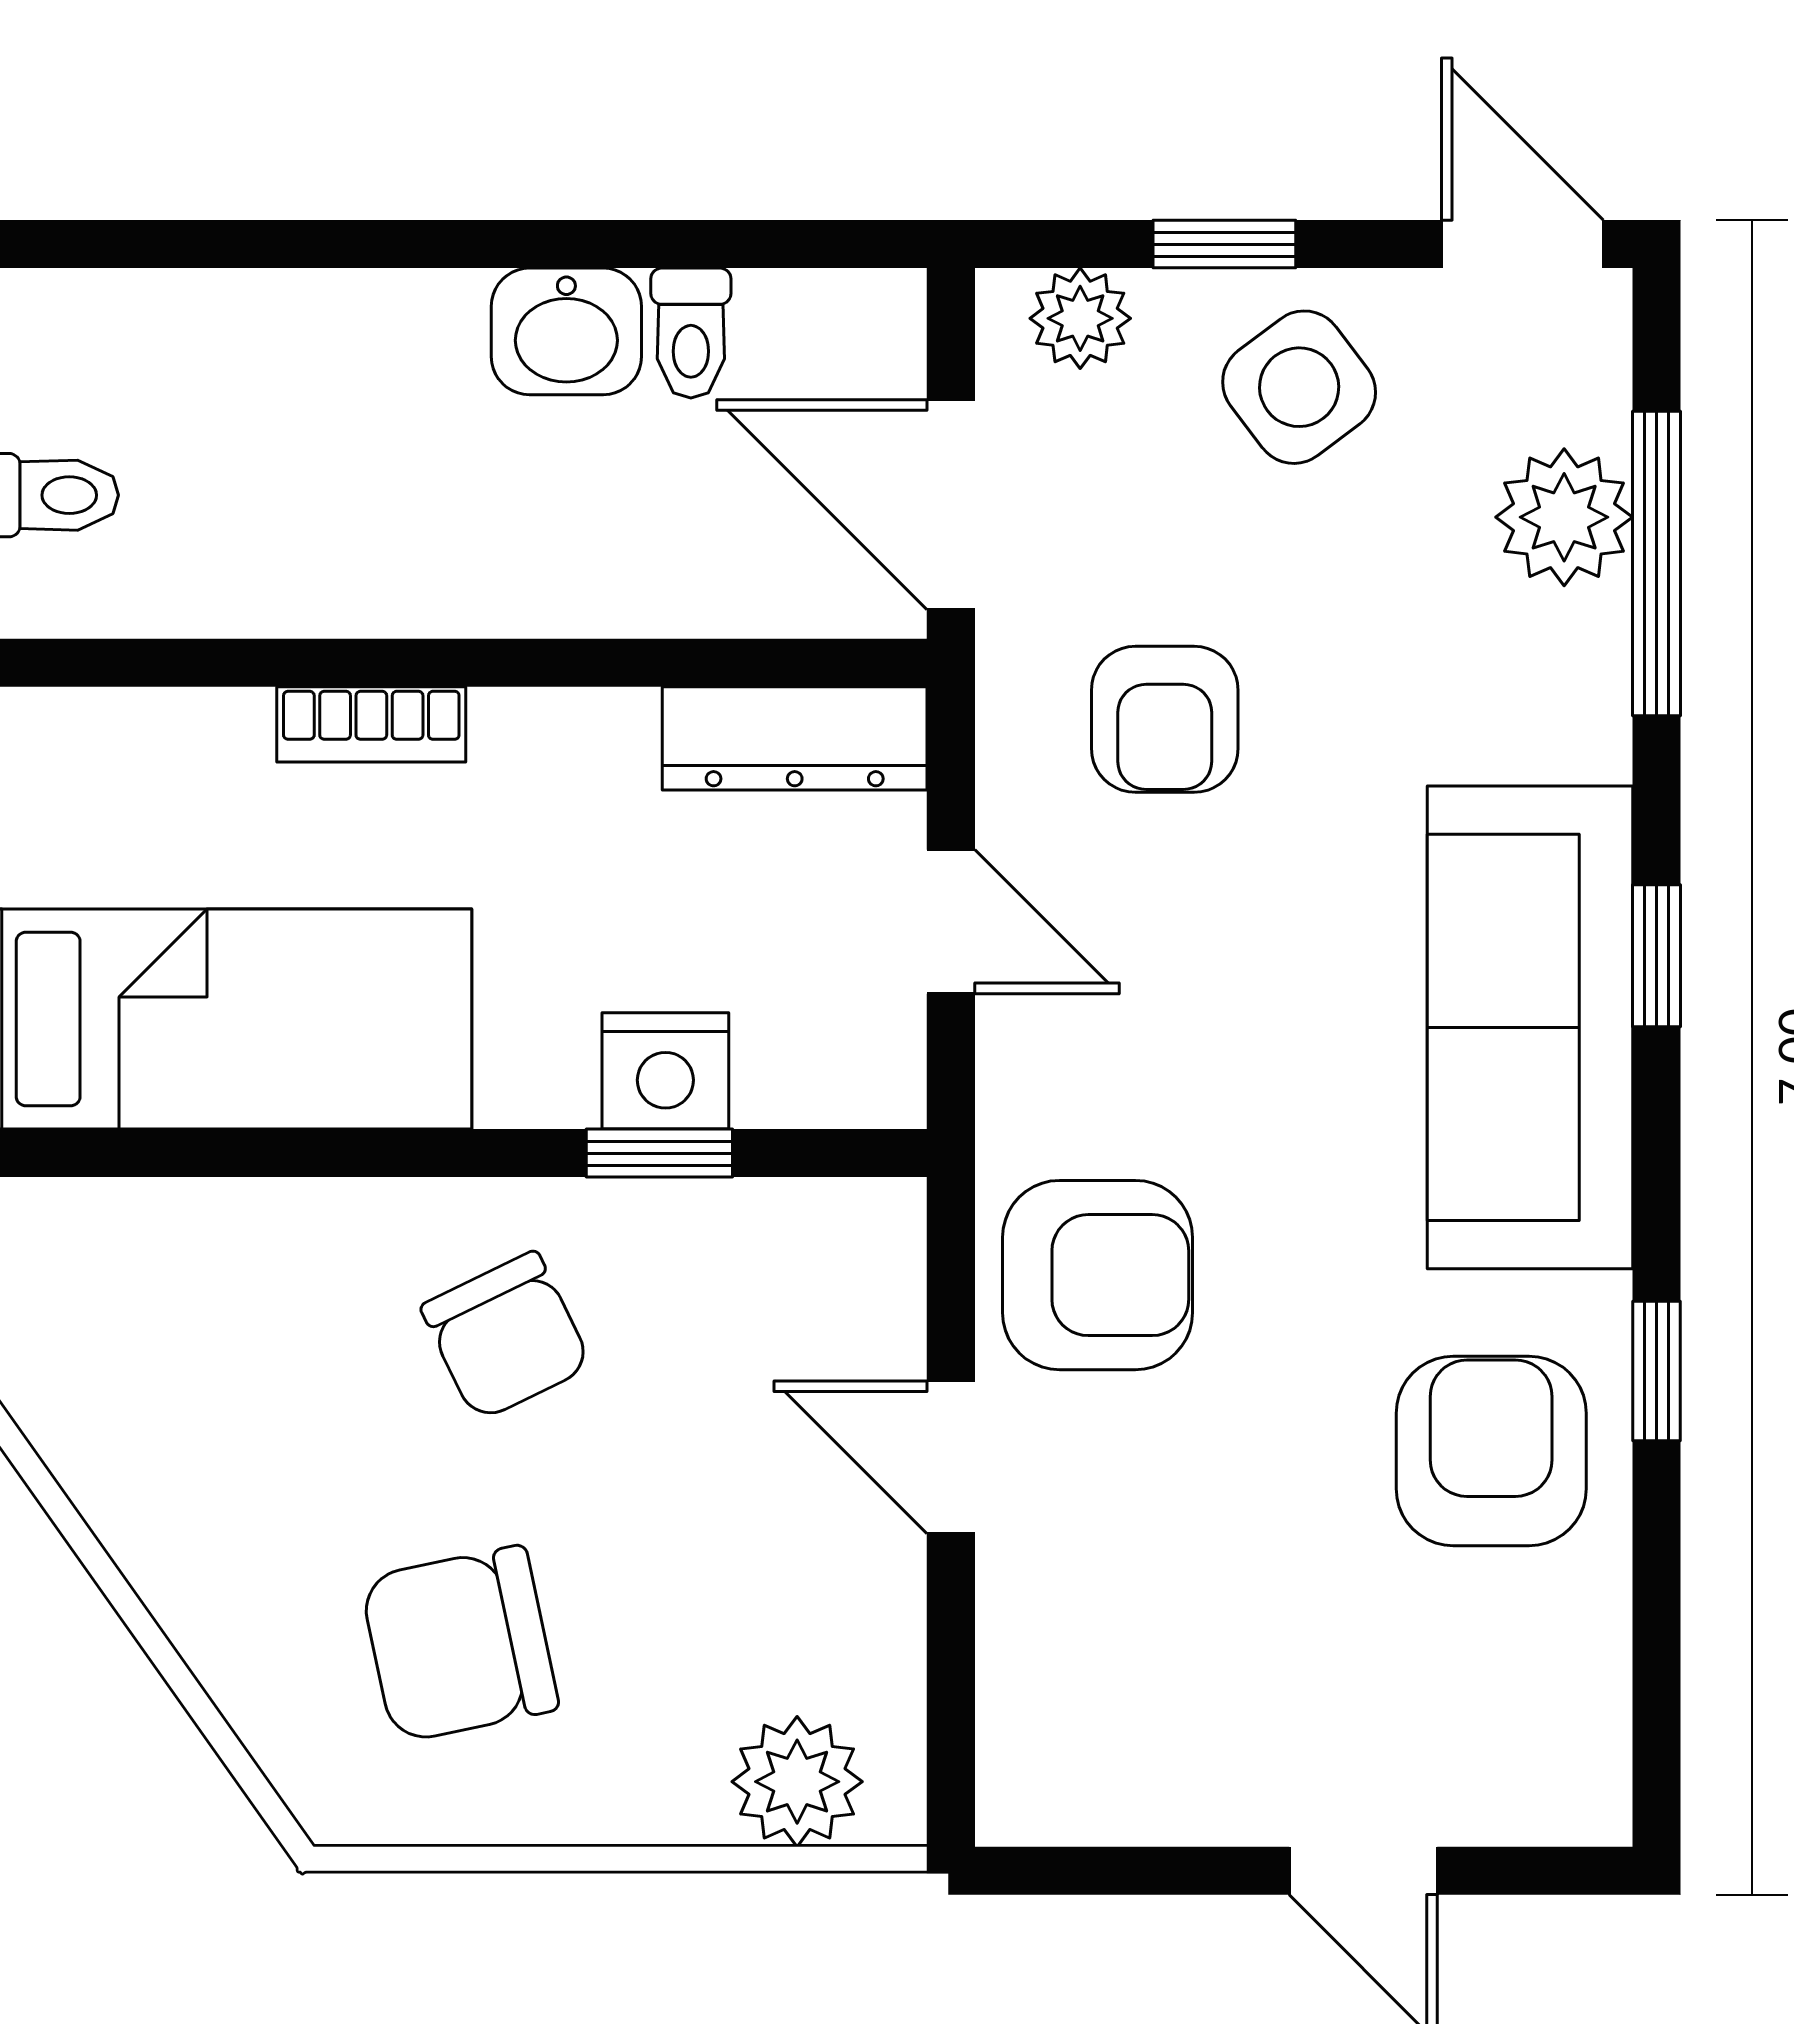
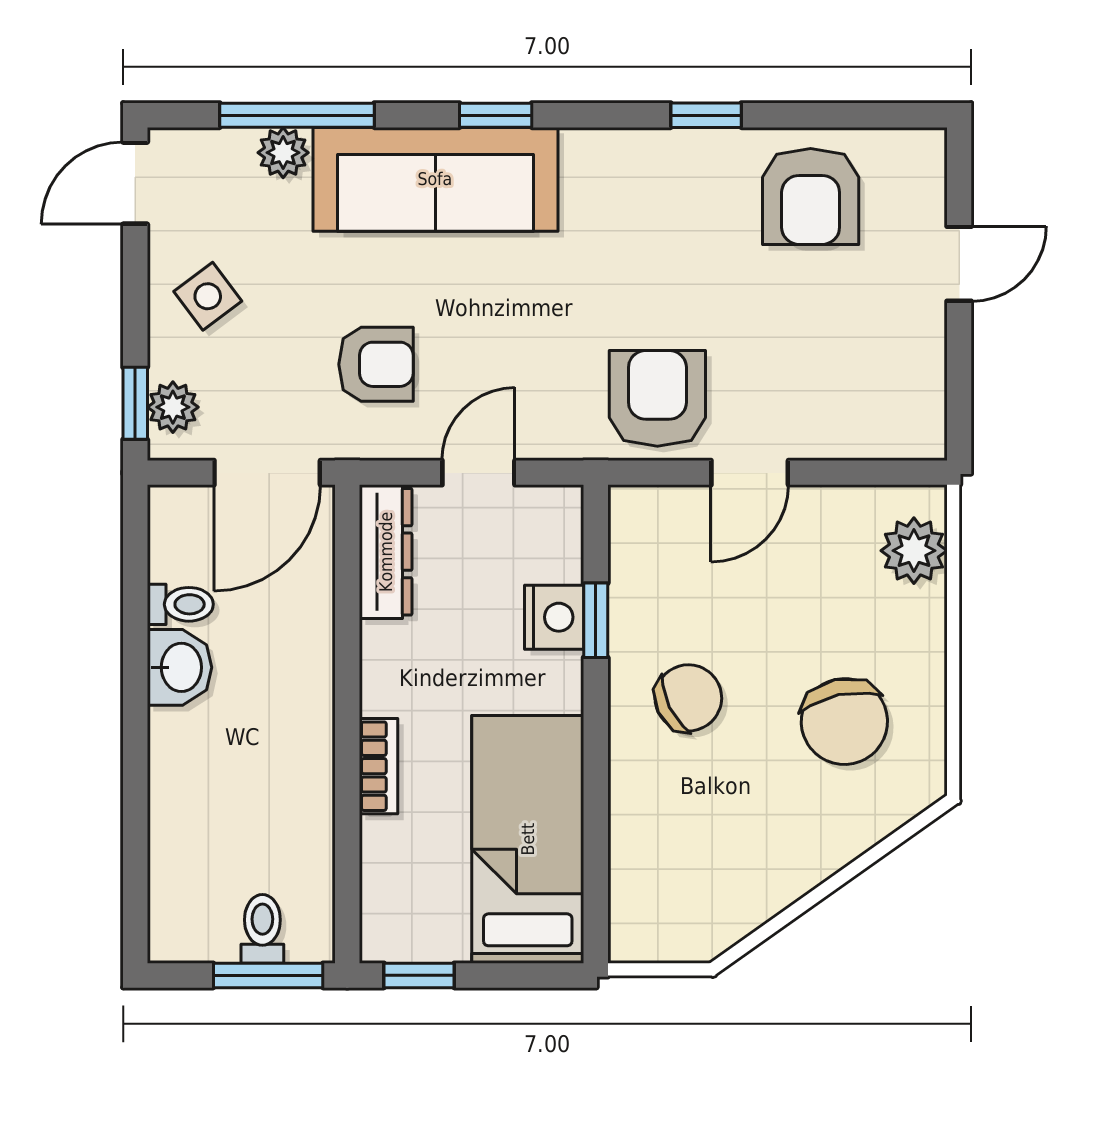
window: (1224, 244) -> (135, 403), moved
side table: (1299, 387) -> (208, 296), width x0.73, depth x0.73
plant: (1564, 517) -> (283, 153), width x0.73, depth x0.73
sofa: (1530, 1027) -> (435, 179), moved
armchair: (1491, 1451) -> (811, 196), moved, turned -90

